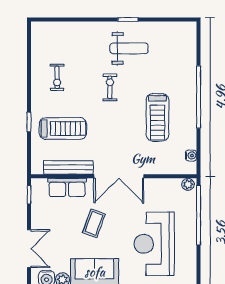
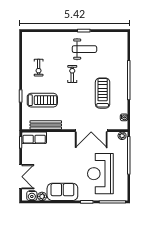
treadmill: (157, 117) -> (103, 93), turned 180
double door: (119, 176) -> (91, 131), moved
row of seats: (67, 187) -> (34, 138), moved
coffee table: (94, 223) -> (62, 161), removed

